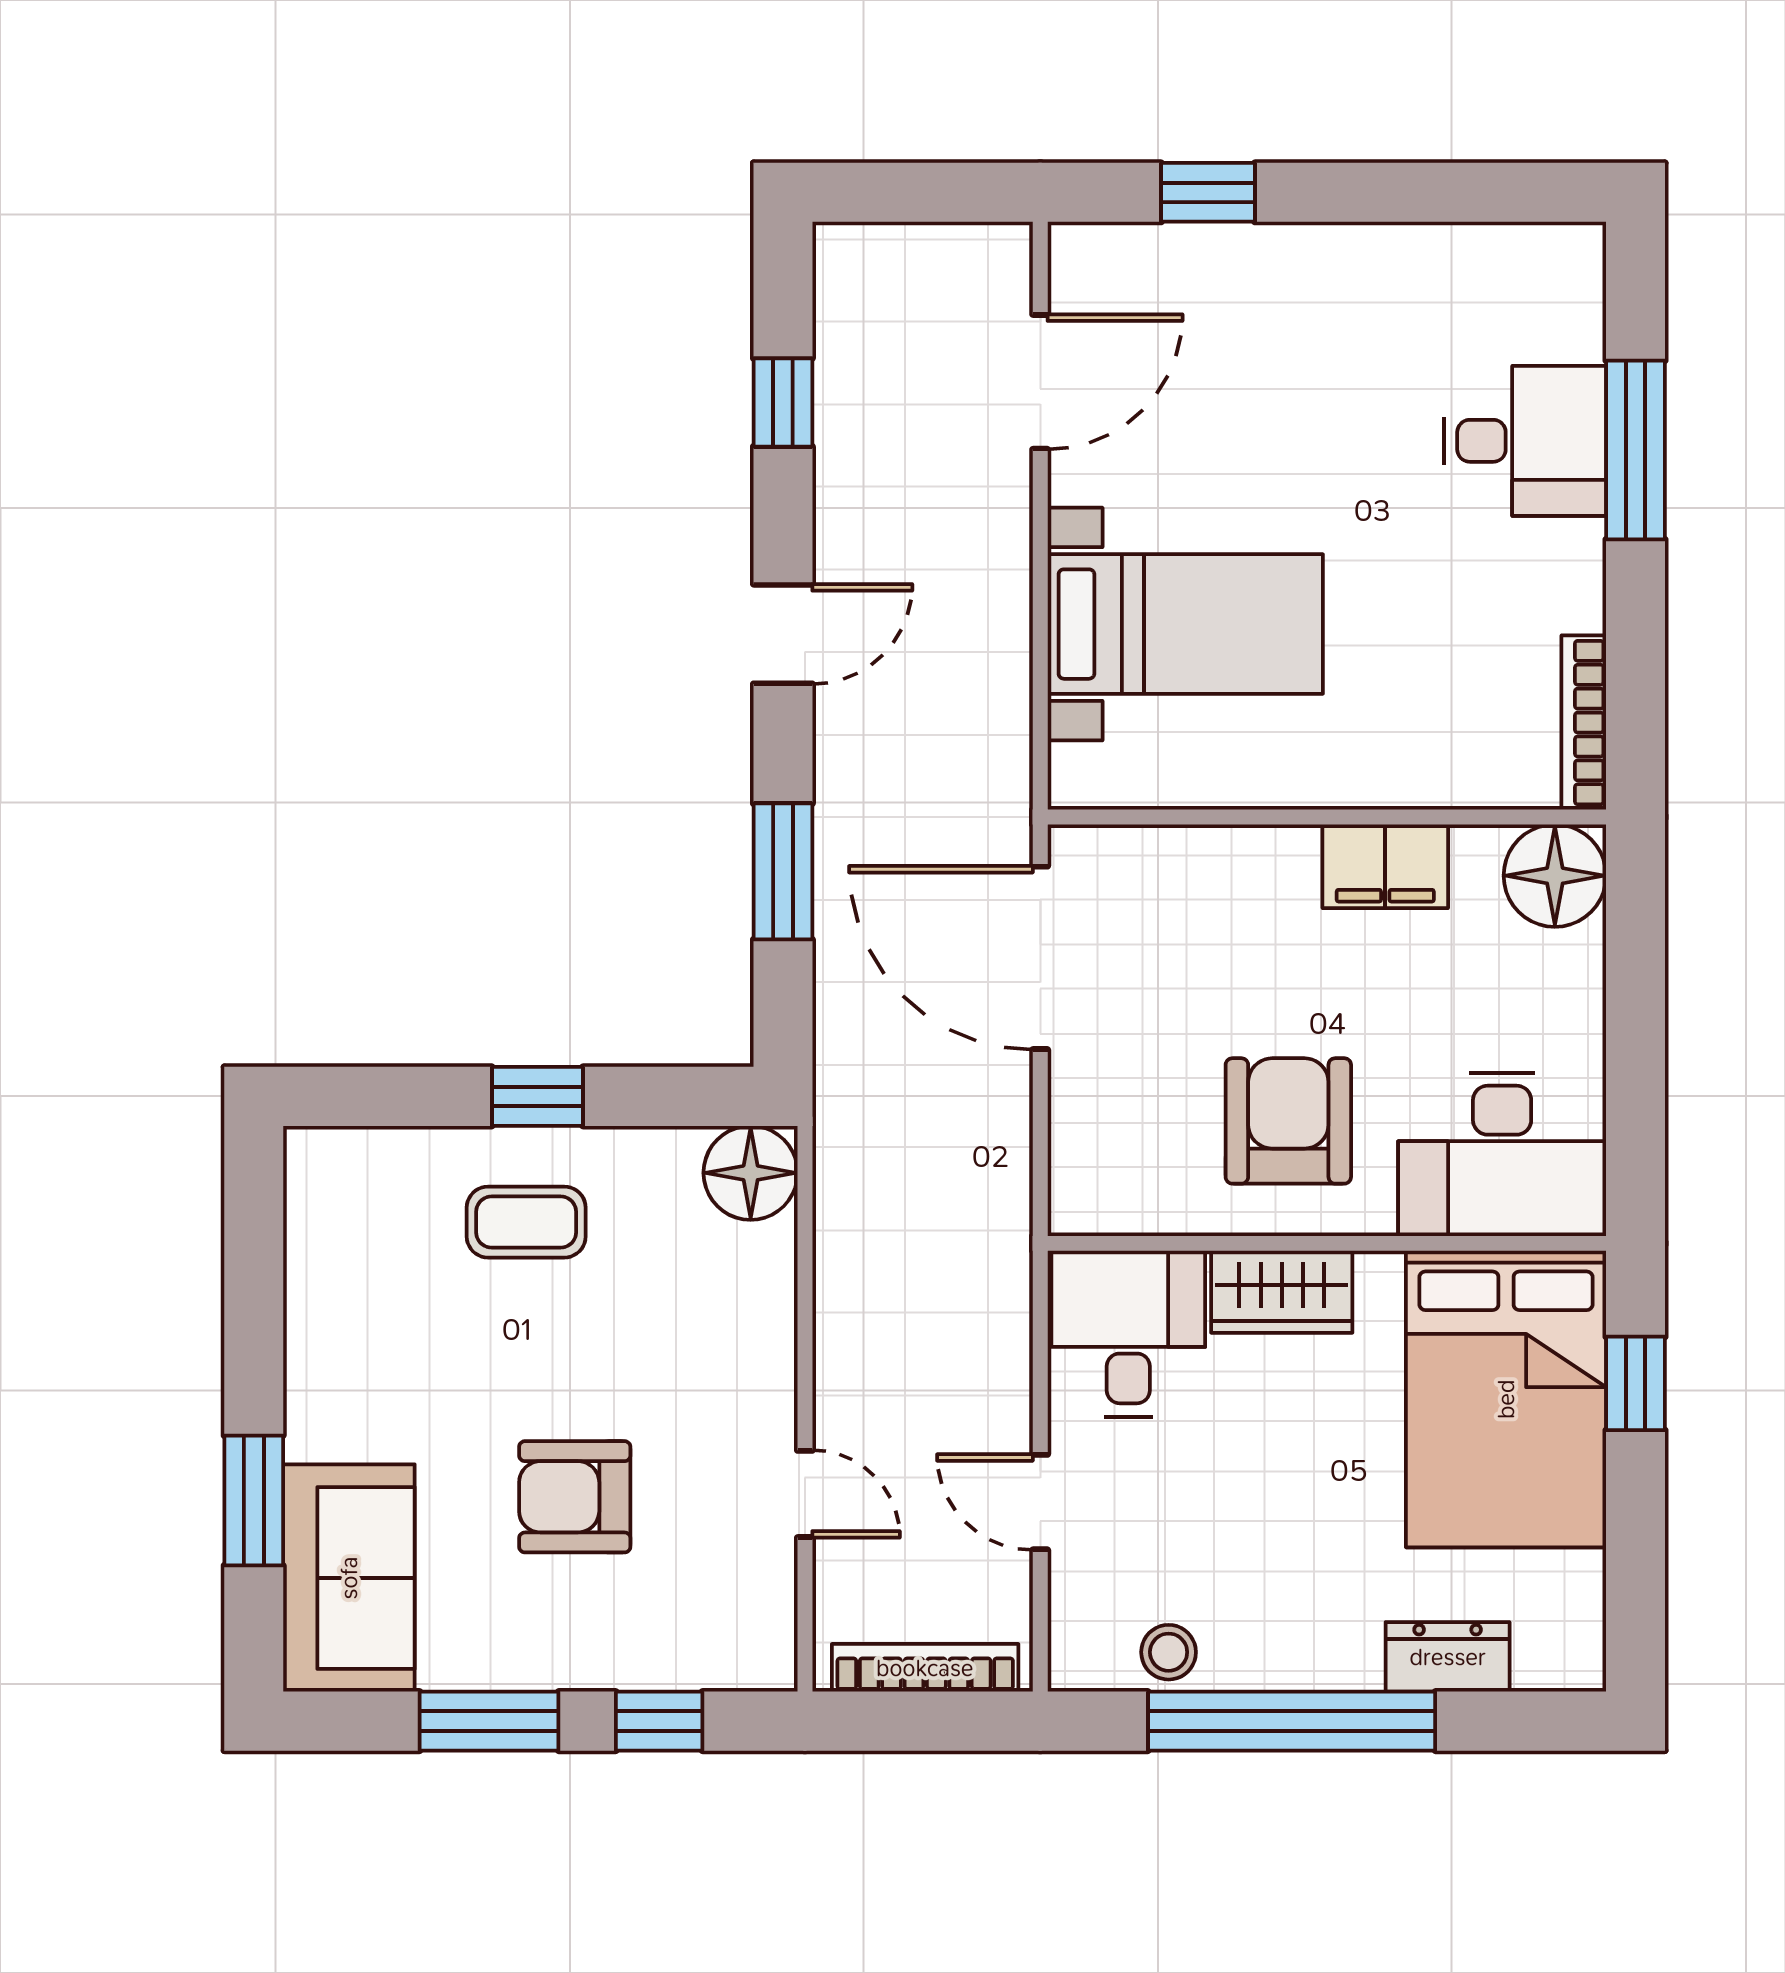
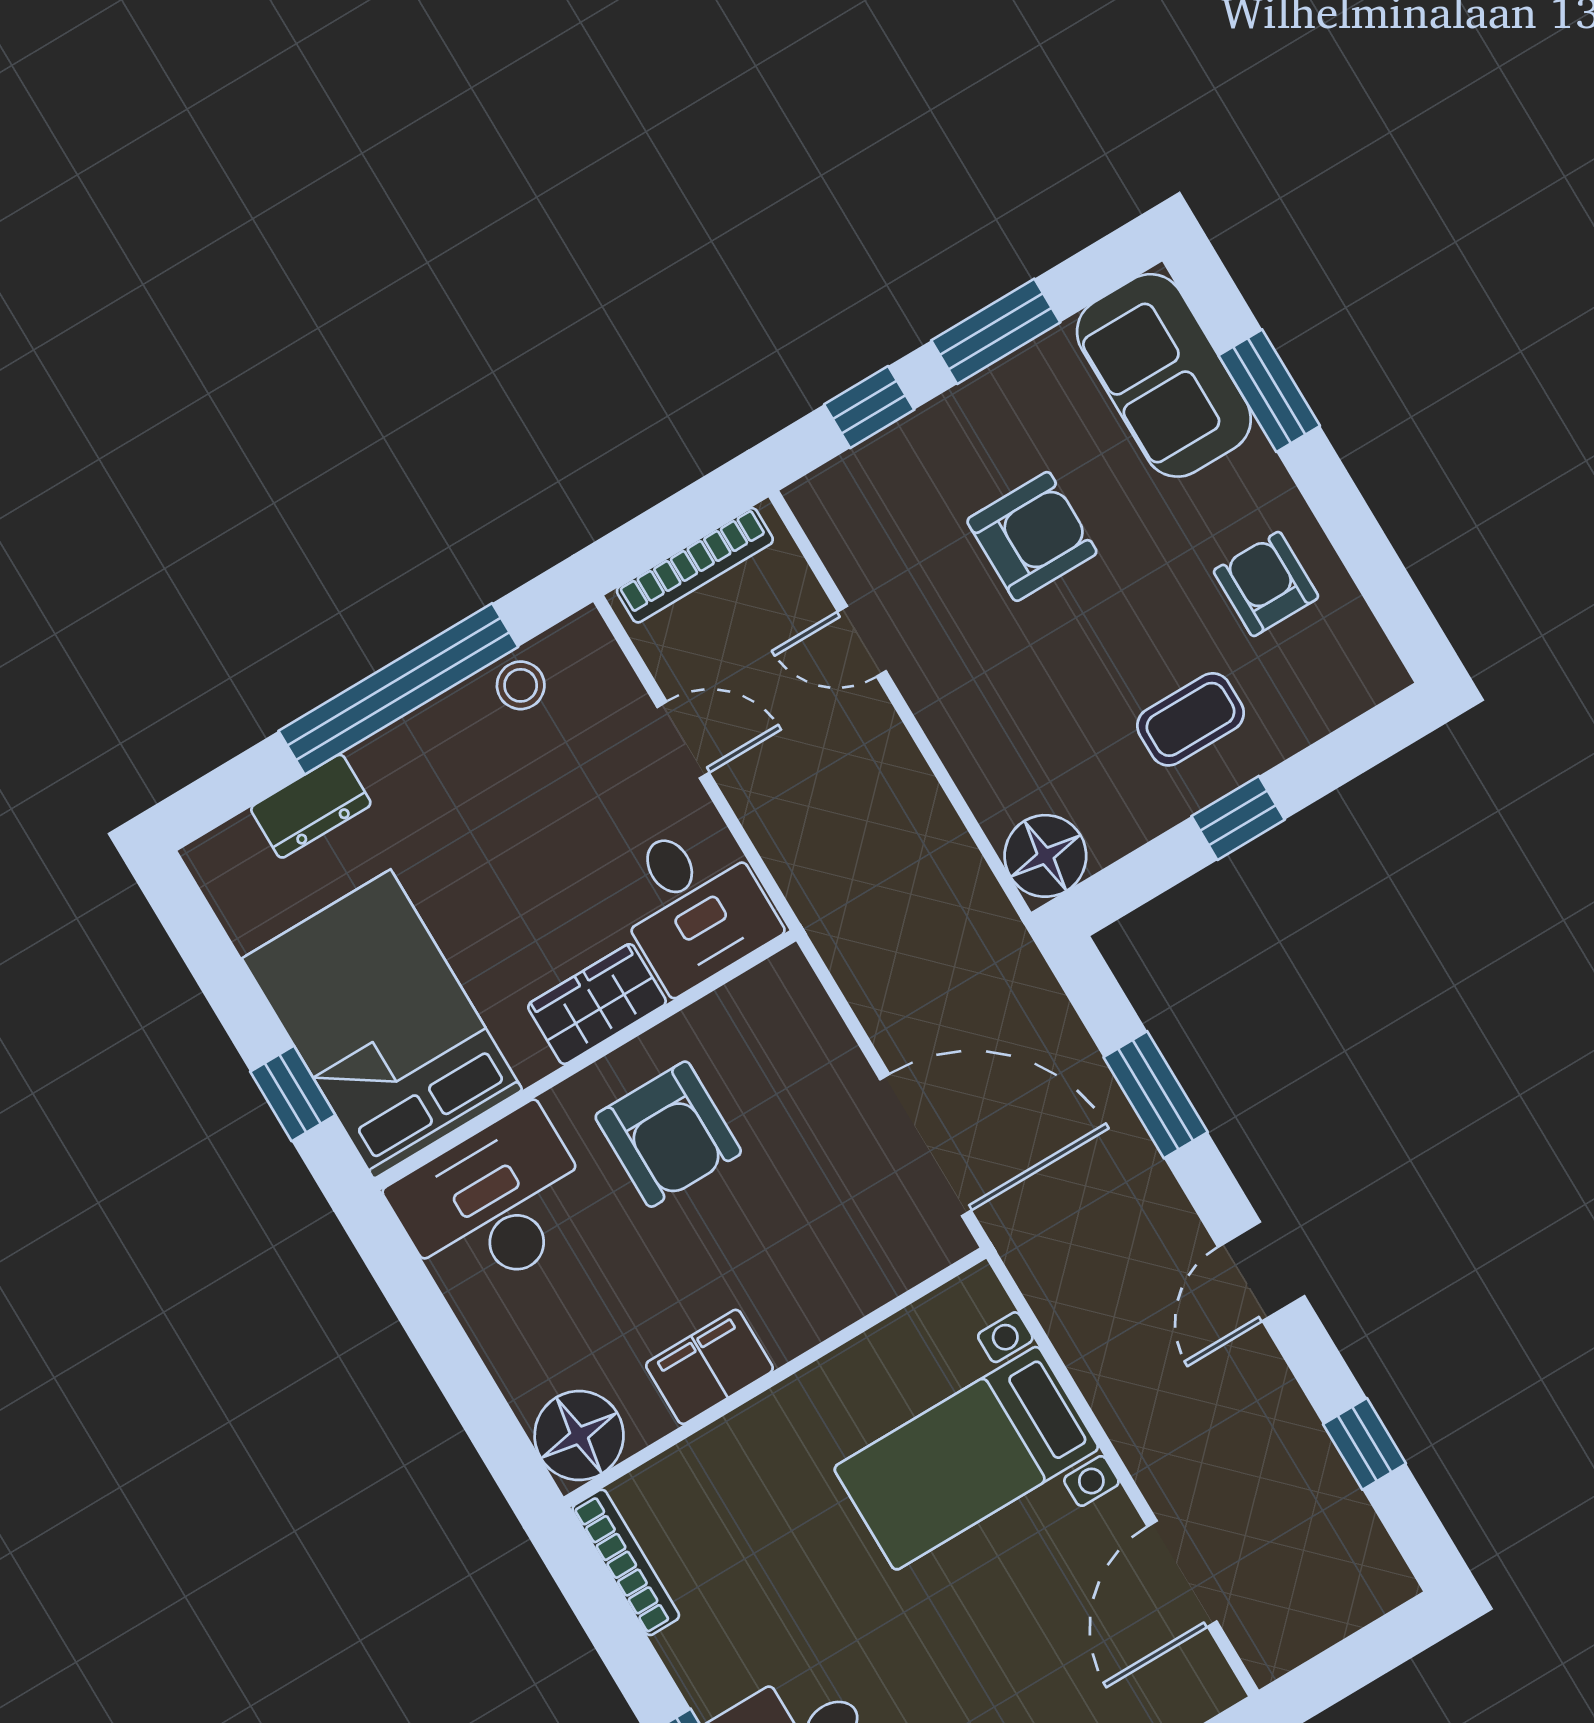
armchair: (371, 1311) -> (1266, 584), added

